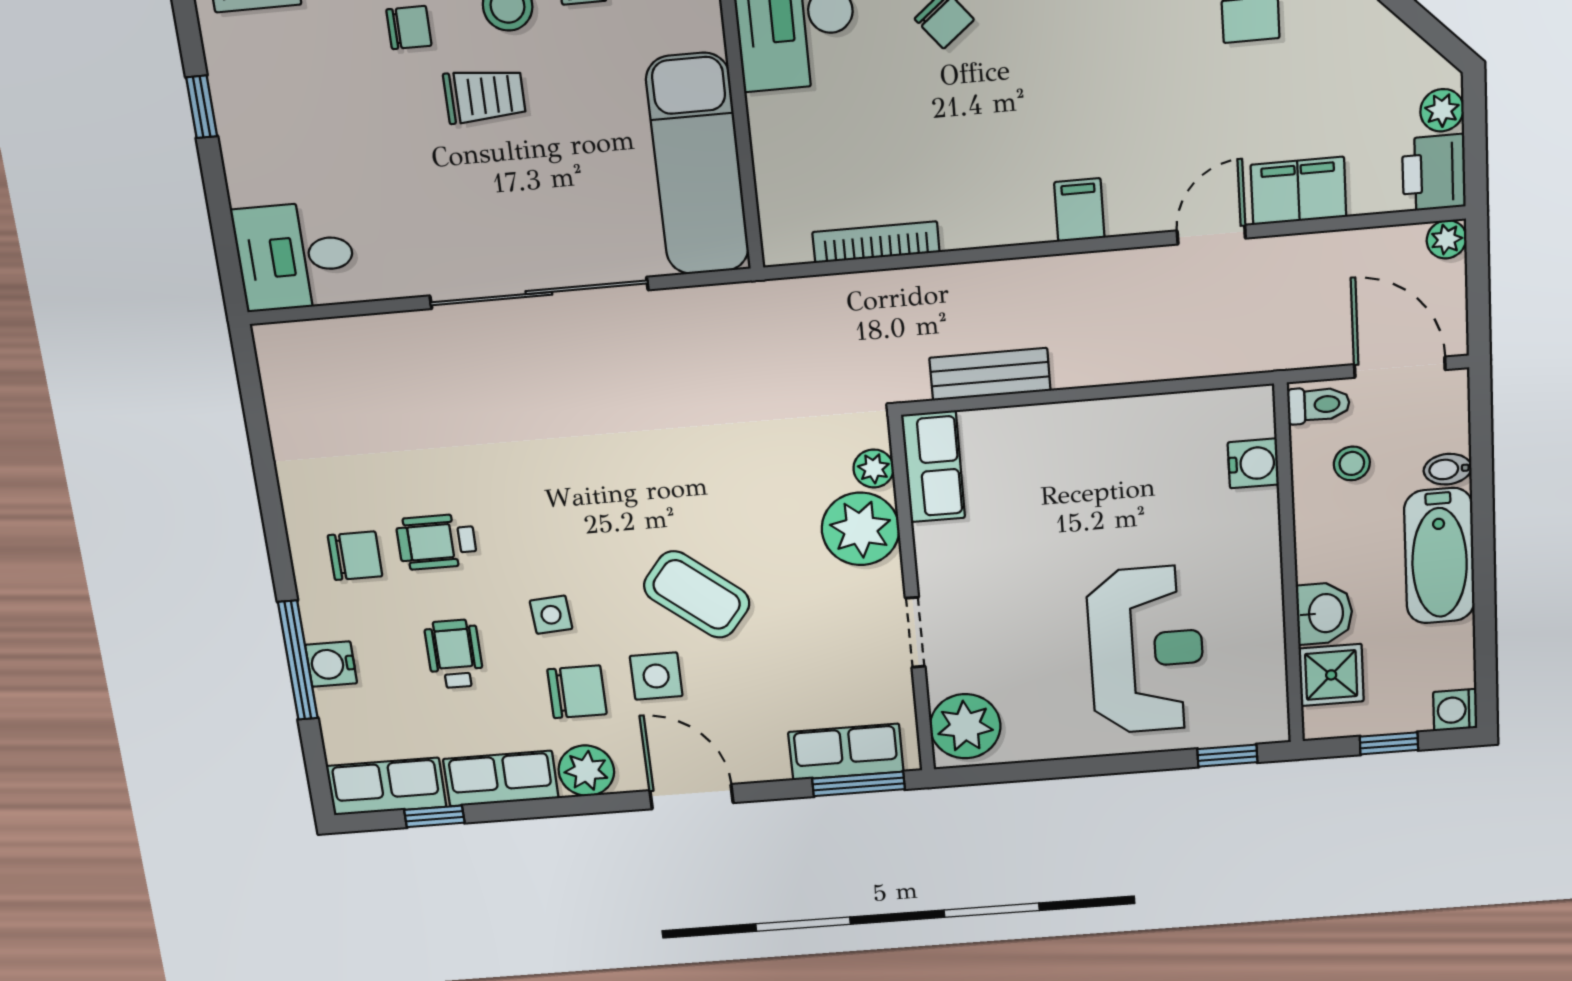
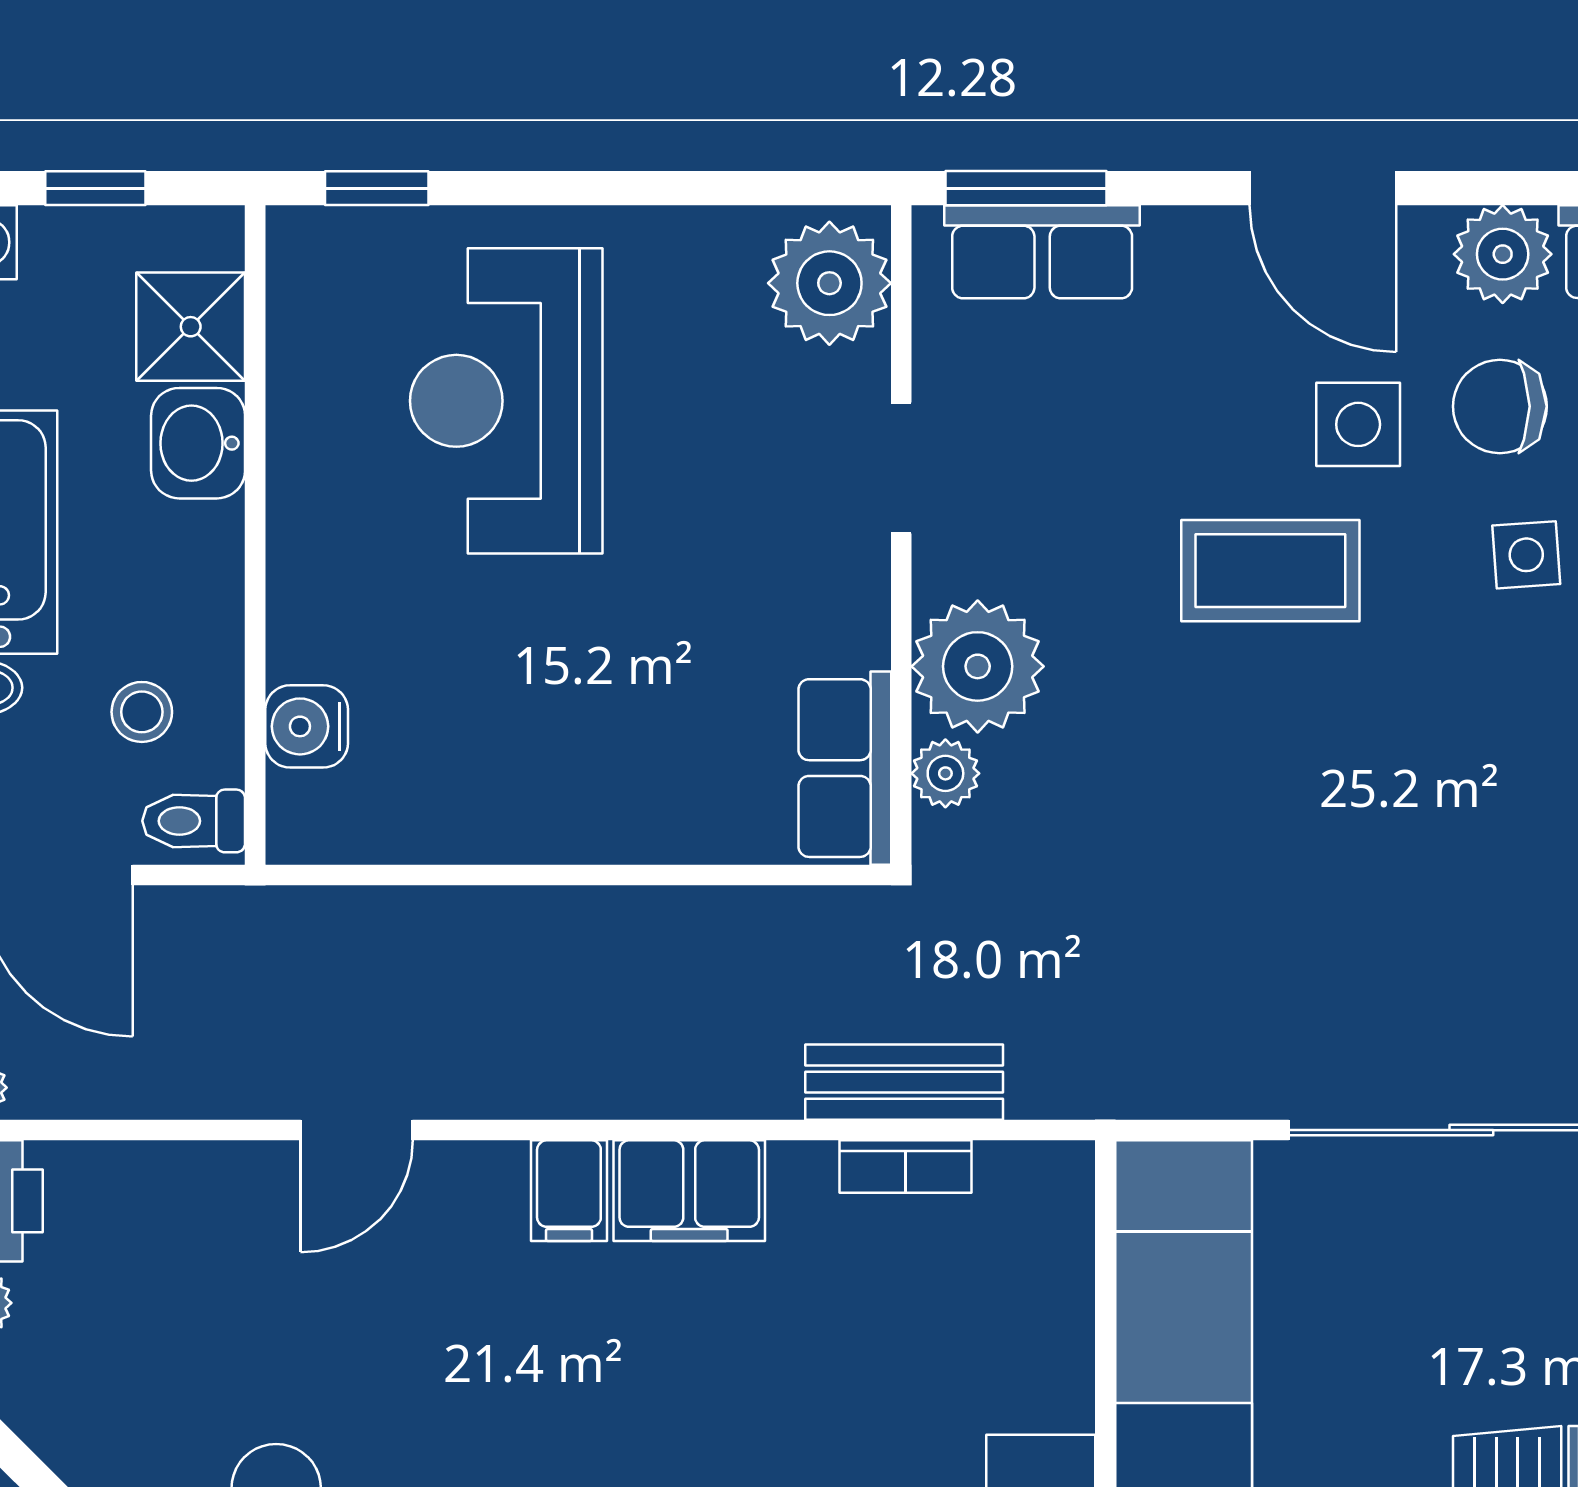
filing cabinet: (1298, 191) -> (689, 1191), moved
bookcase: (876, 242) -> (905, 1167), width x0.64
bench: (990, 374) -> (904, 1082), moved
coffee table: (697, 594) -> (1270, 571), turned -39

